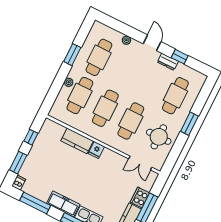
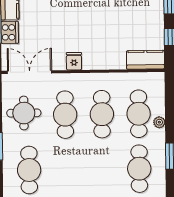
kitchen counter: (77, 141) -> (145, 60), moved
fridge: (96, 150) -> (74, 61), moved
double door: (140, 163) -> (30, 72), width x1.37

